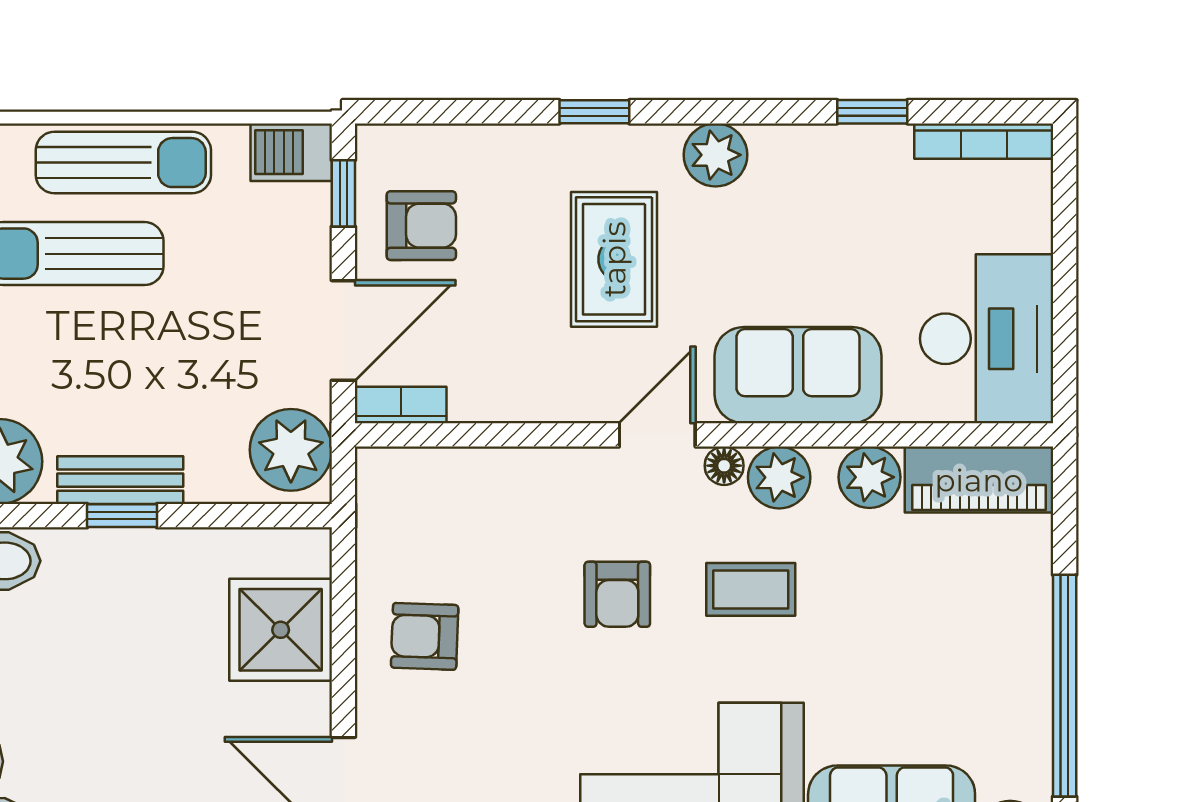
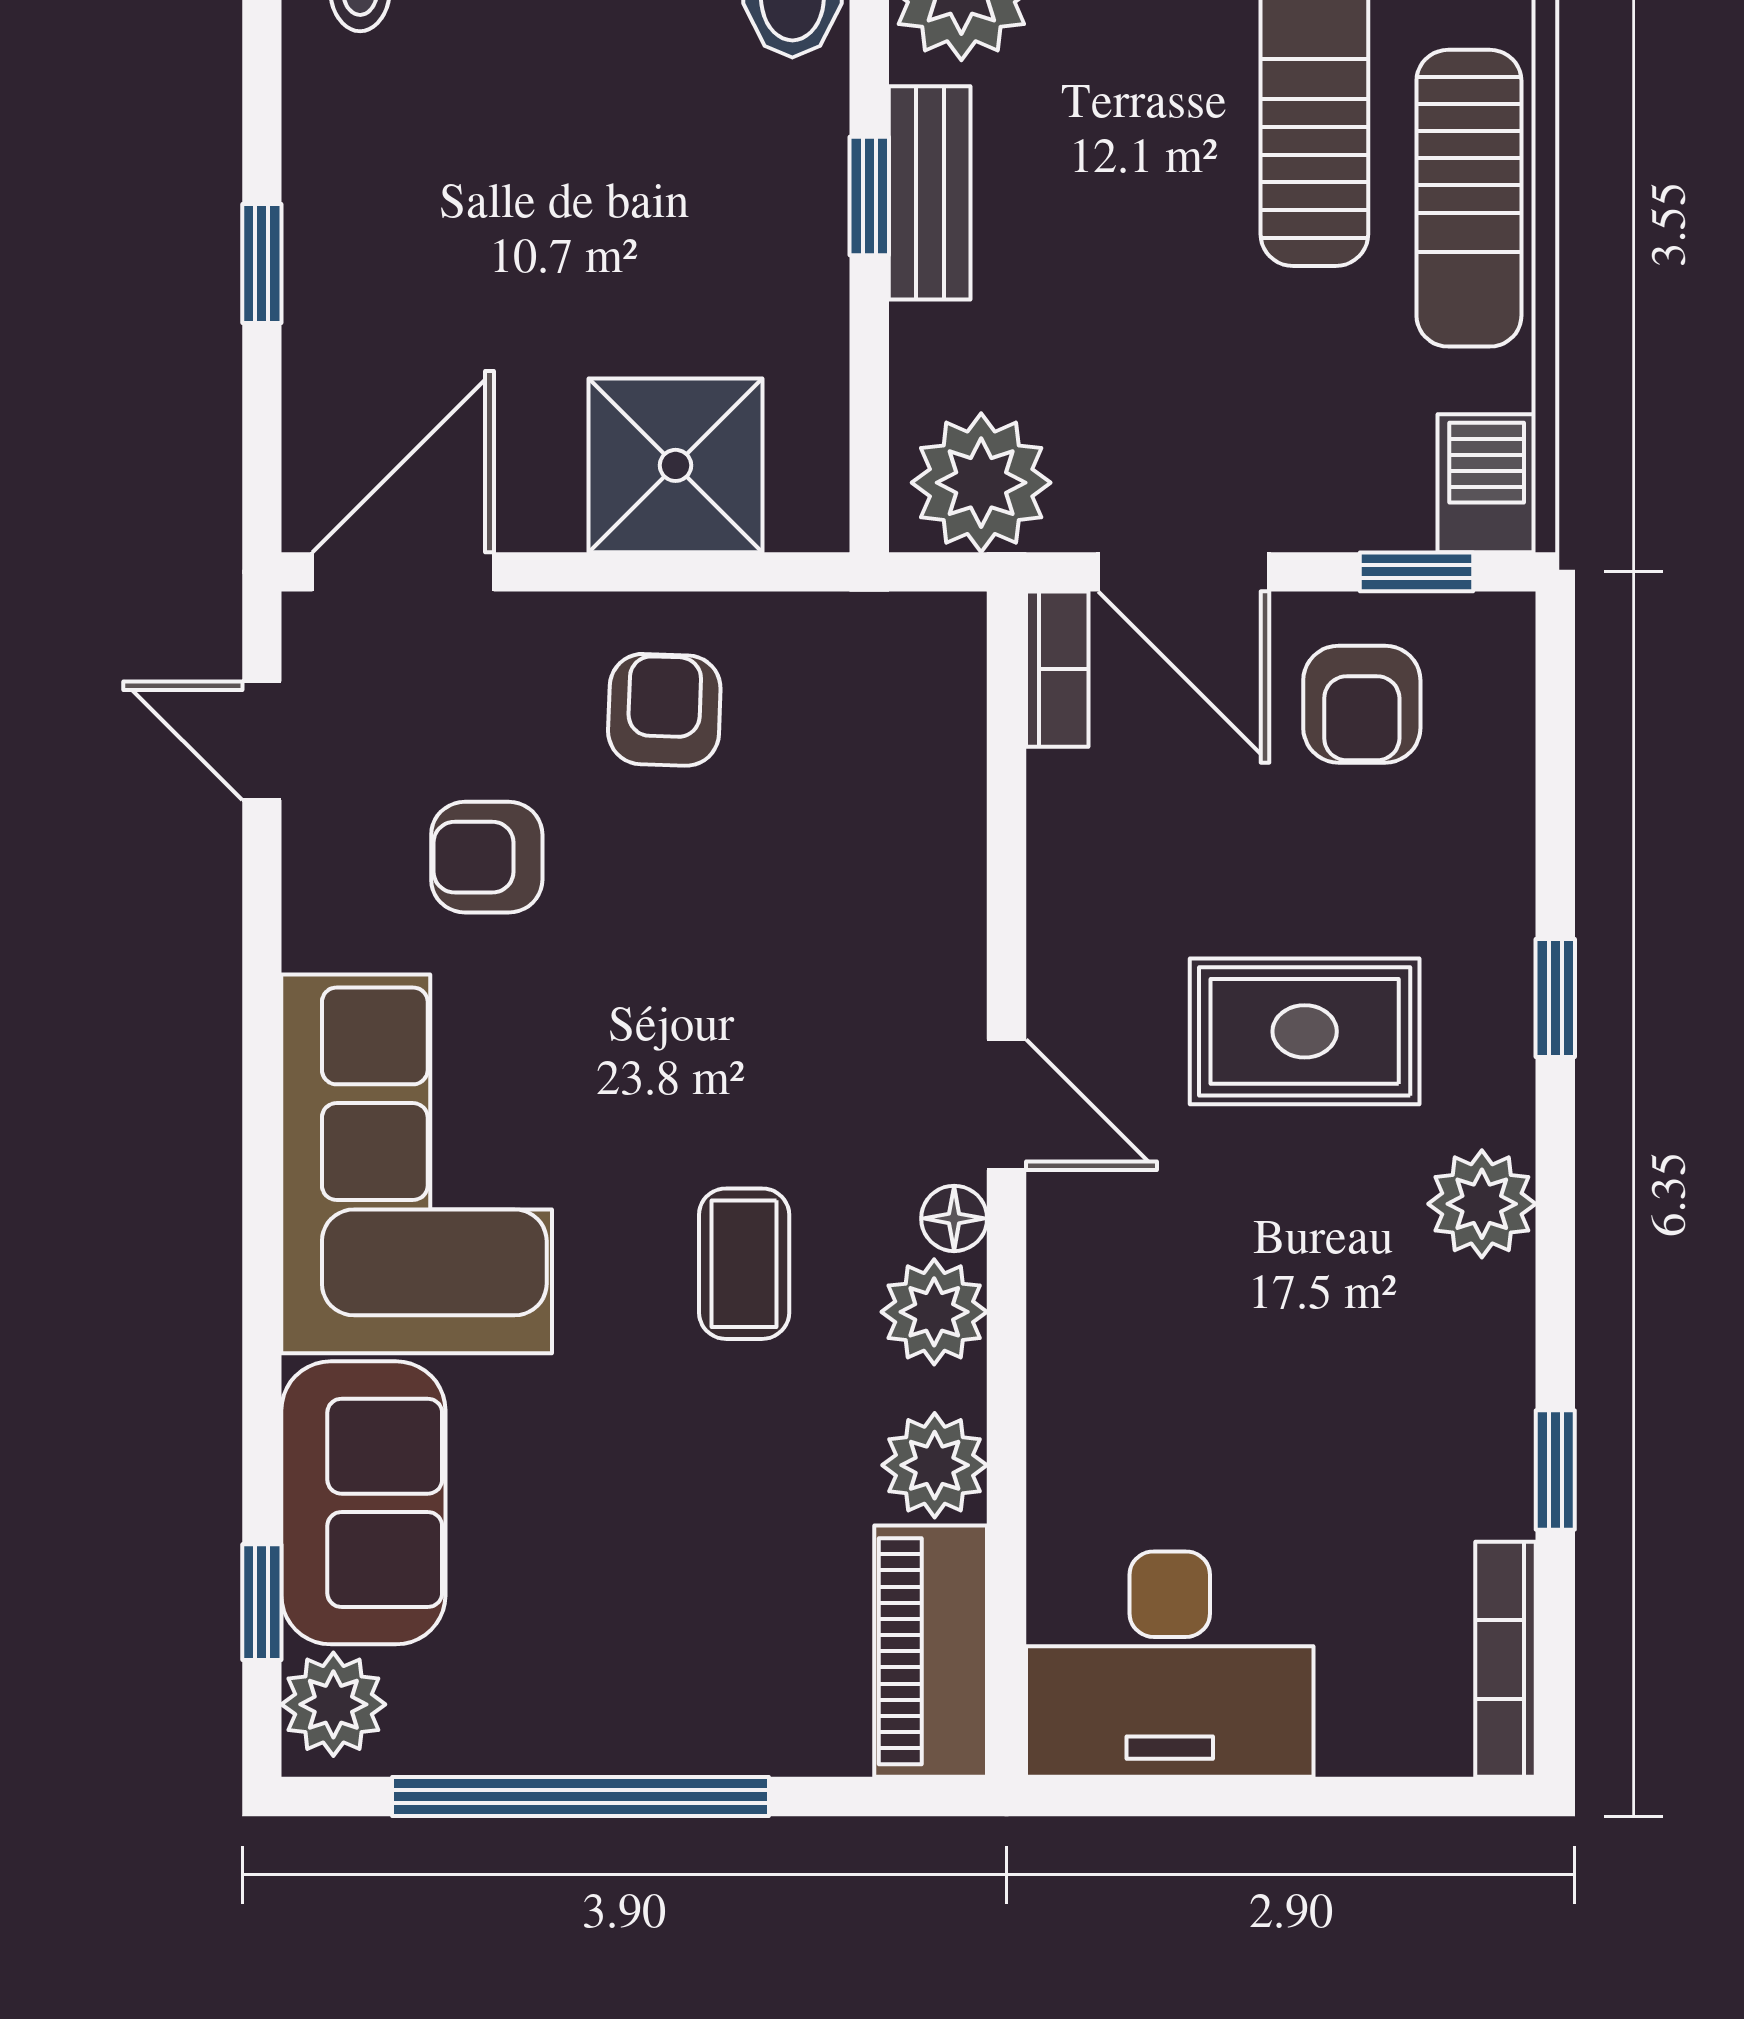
sofa: (798, 375) -> (1108, 1344), removed
armchair: (617, 594) -> (487, 857), moved

